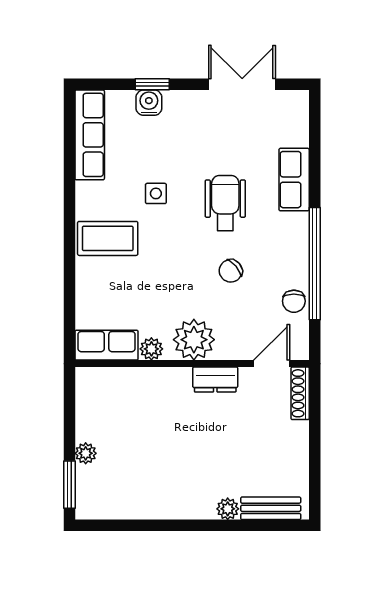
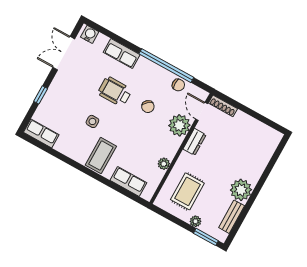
water cooler: (149, 103) -> (90, 34), moved, turned 90
row of seats: (90, 135) -> (41, 133), width x0.68
plant: (194, 340) -> (179, 125), moved
row of seats: (107, 345) -> (128, 182), moved, turned 90
rug: (128, 413) -> (187, 191), added
bench: (271, 508) -> (232, 217), moved
plant: (228, 509) -> (241, 190), moved, width x1.87, depth x1.87

